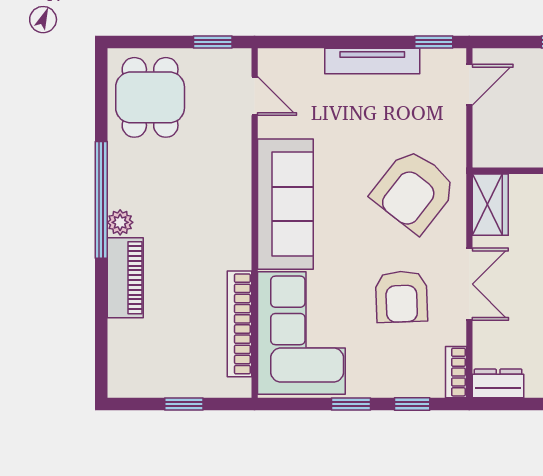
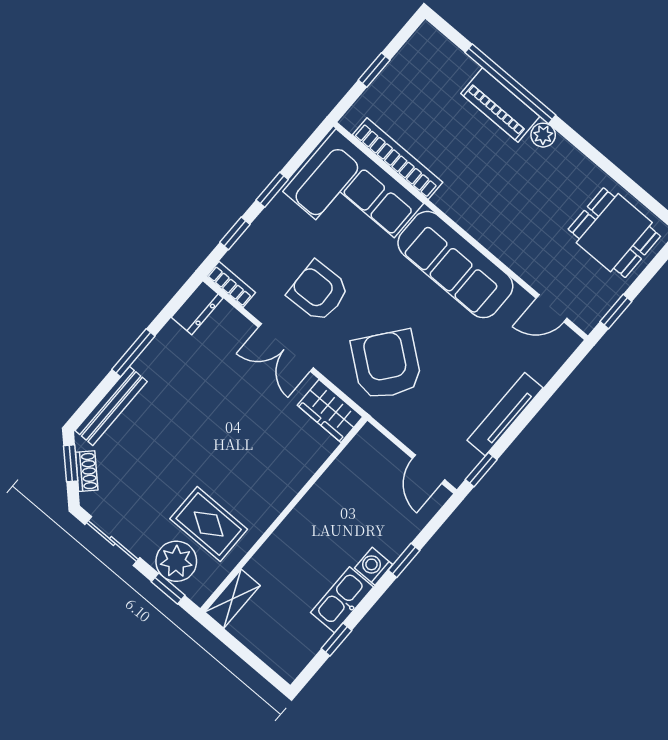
window: (101, 200) -> (510, 84), moved

